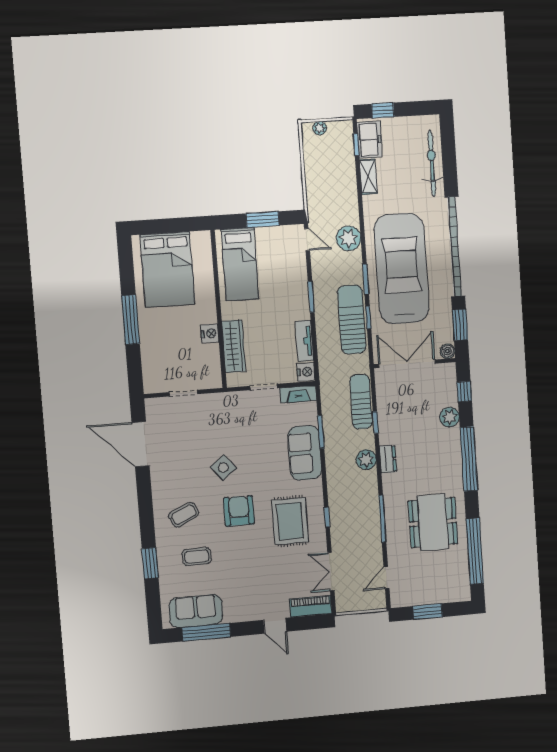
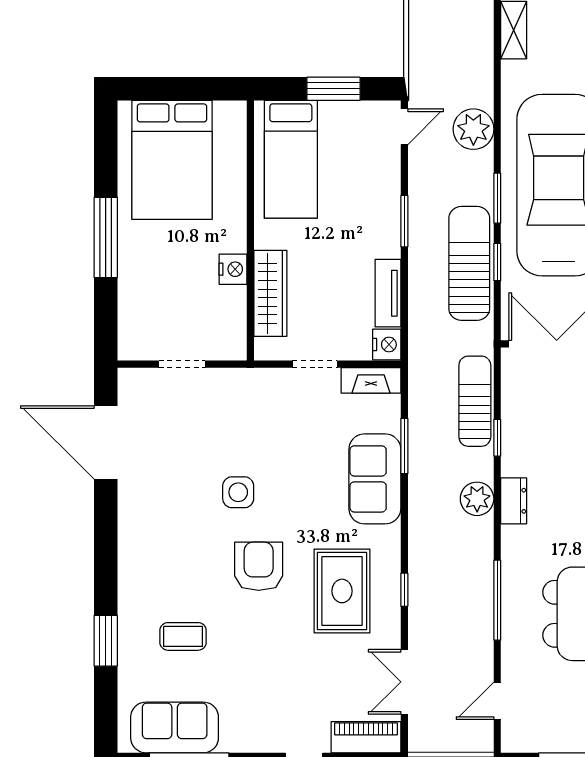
door: (307, 240) -> (404, 127), hinge flipped
side table: (223, 468) -> (238, 492), turned 38
coffee table: (184, 515) -> (167, 565), removed

